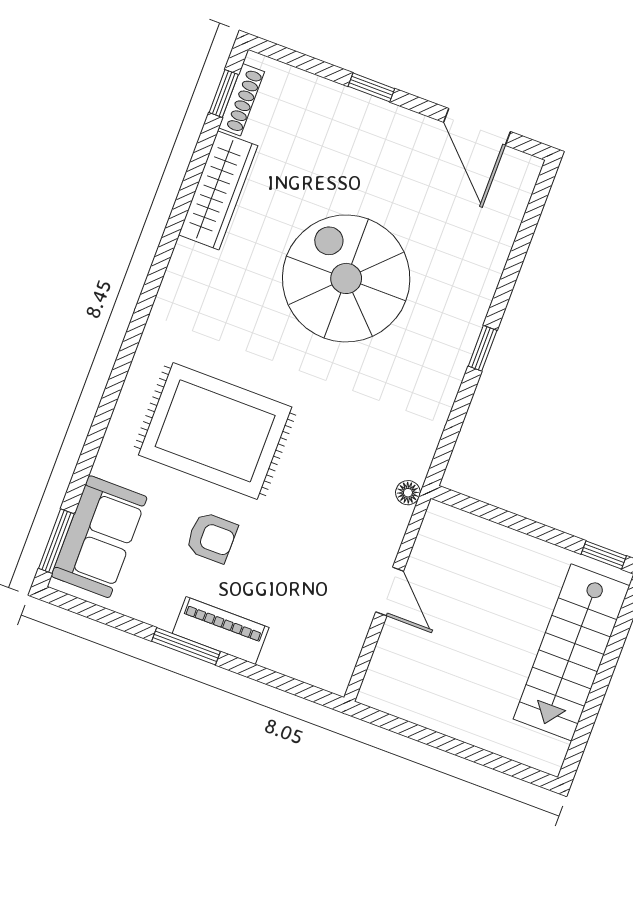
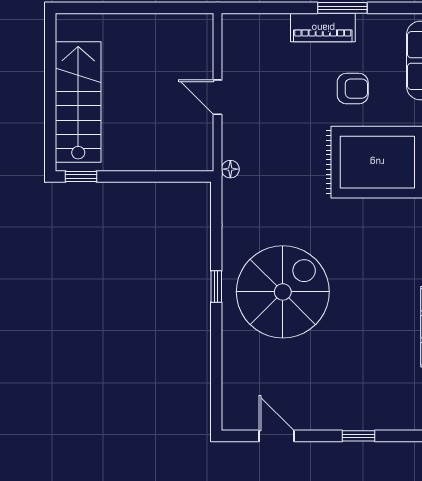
door: (477, 127) -> (276, 436), width x0.73
spiral stairs: (346, 278) -> (283, 292), moved, turned -90
armchair: (212, 537) -> (353, 89), turned 180

